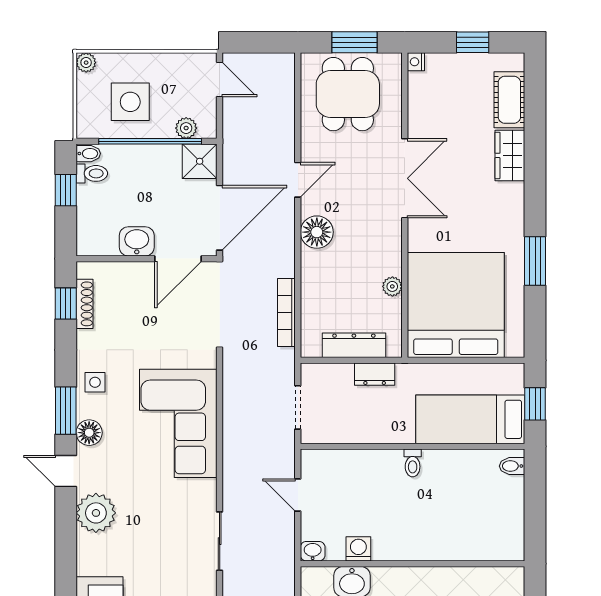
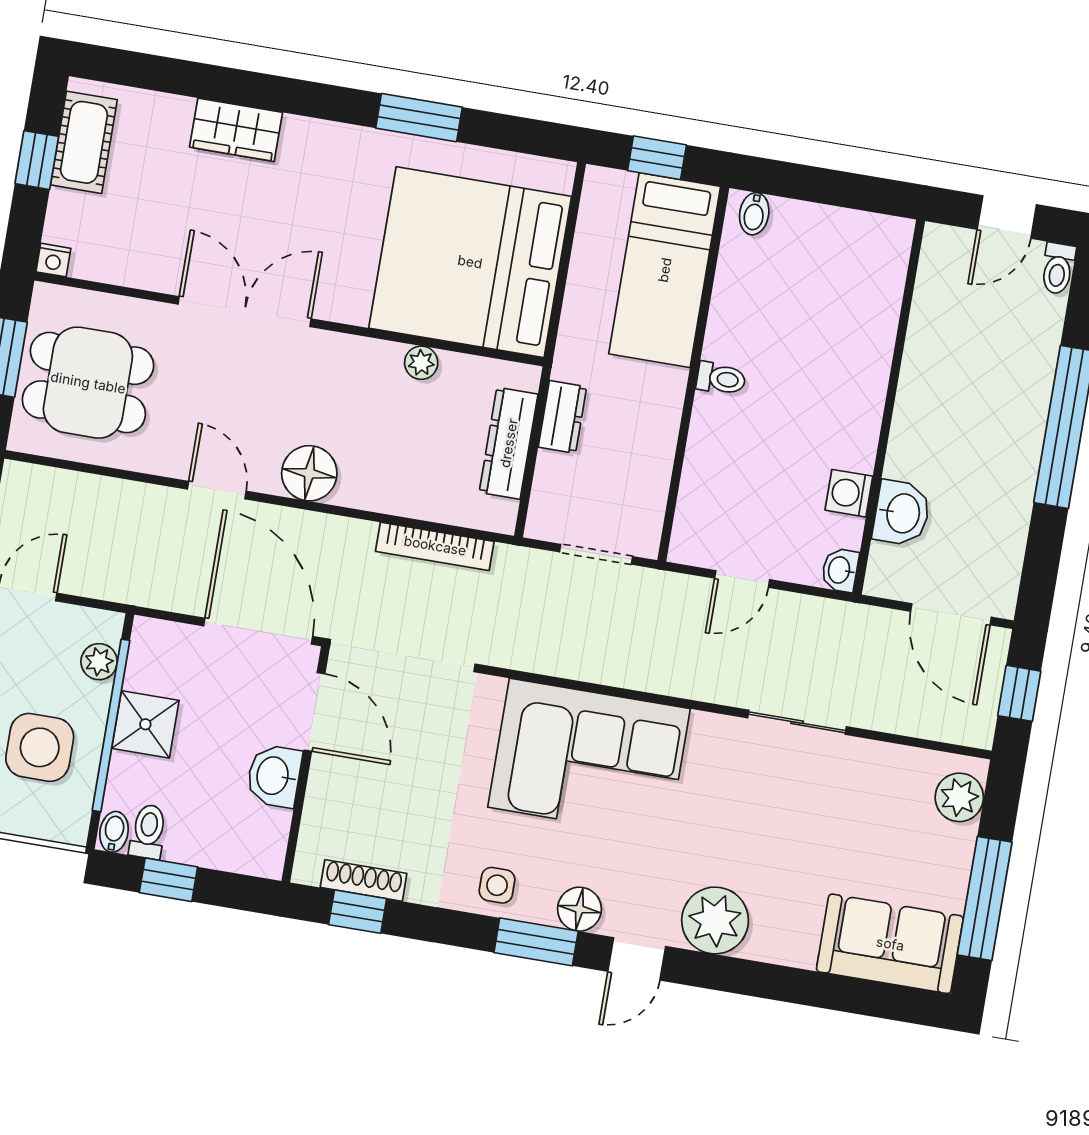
cot: (509, 100) -> (84, 142), moved, turned 90
shower: (200, 161) -> (145, 724), moved

